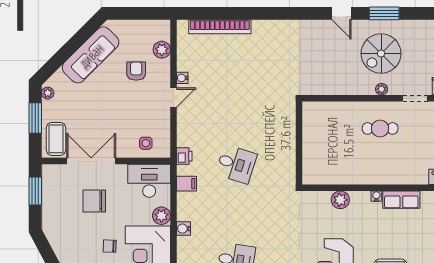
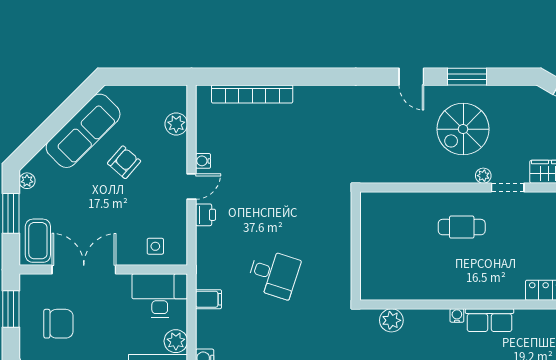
armchair: (136, 71) -> (124, 162), moved, turned 41
plant: (382, 89) -> (483, 176), moved
printer: (184, 156) -> (206, 215), moved
plant: (340, 200) -> (391, 320), moved
chair: (94, 201) -> (58, 324), moved, turned 180

